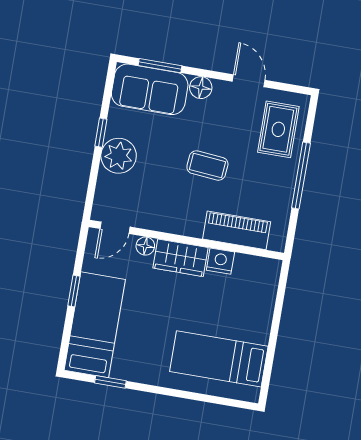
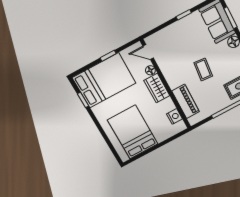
plant: (119, 156) -> (180, 30), removed
nightstand: (220, 261) -> (175, 116), moved
bed: (95, 325) -> (104, 80), width x1.50
bed: (219, 359) -> (133, 132), width x1.50

